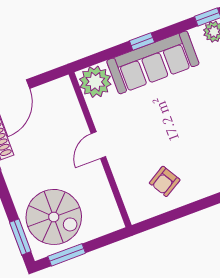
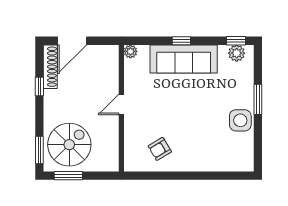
plant: (95, 82) -> (130, 51), width x0.53, depth x0.53
spiral stairs: (54, 217) -> (69, 145), turned -90

